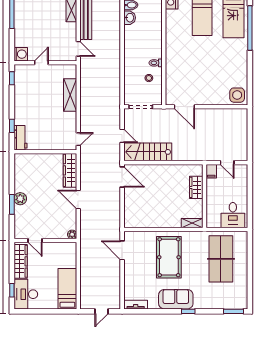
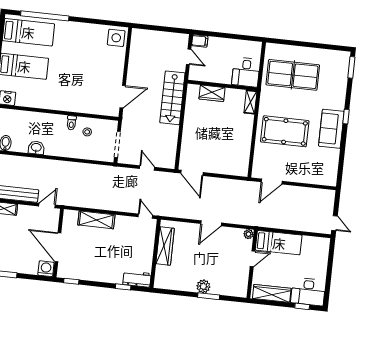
washbasin: (130, 18) -> (36, 148), moved
door: (41, 63) -> (58, 247), width x1.87
door: (122, 136) -> (147, 168), hinge flipped
stairs: (148, 152) -> (172, 98), moved
door: (227, 163) -> (189, 57), hinge flipped
wardrobe: (70, 170) -> (165, 246), moved, turned -90
filing cabinet: (211, 171) -> (200, 41), moved
door: (122, 177) -> (192, 173), swing flipped
desk: (233, 215) -> (246, 72), moved, turned 90
door: (35, 241) -> (253, 259), moved
bed: (67, 289) -> (279, 243), moved, turned 180
tv unit: (136, 305) -> (332, 173), removed
door: (102, 311) -> (334, 223), moved

